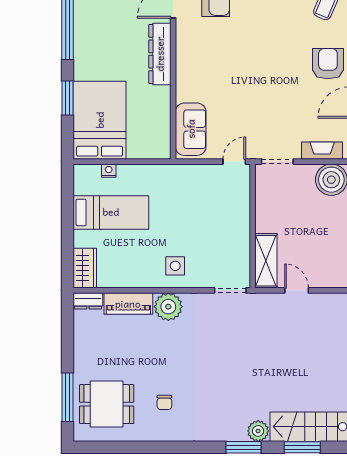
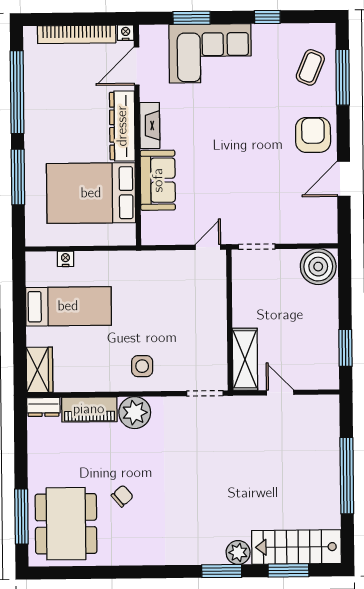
window: (67, 98) -> (18, 177), width x1.44
bed: (100, 120) -> (91, 193), moved, turned -90
sofa: (191, 129) -> (158, 180), moved
fireplace: (322, 151) -> (150, 126), moved, turned 90
chair: (164, 402) -> (122, 496), moved, turned -131
dining table: (107, 404) -> (66, 524), width x1.38

